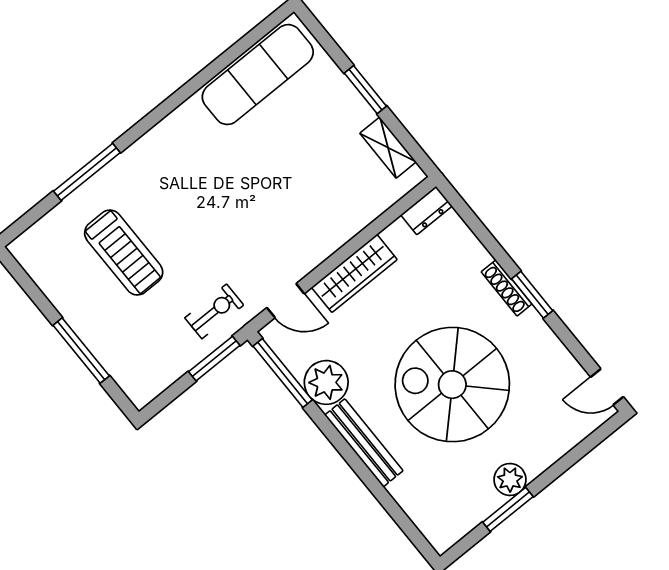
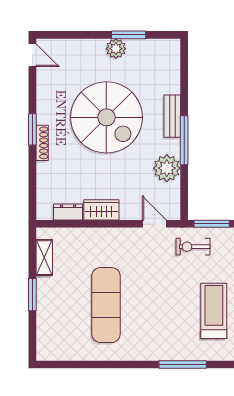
exercise mat: (258, 75) -> (106, 305), moved, turned 90
window: (87, 172) -> (183, 364), moved
dresser: (426, 210) -> (68, 212), moved
wardrobe: (354, 273) -> (101, 210), width x0.67
window: (283, 373) -> (184, 140), moved
bench: (364, 443) -> (172, 116), width x0.73

